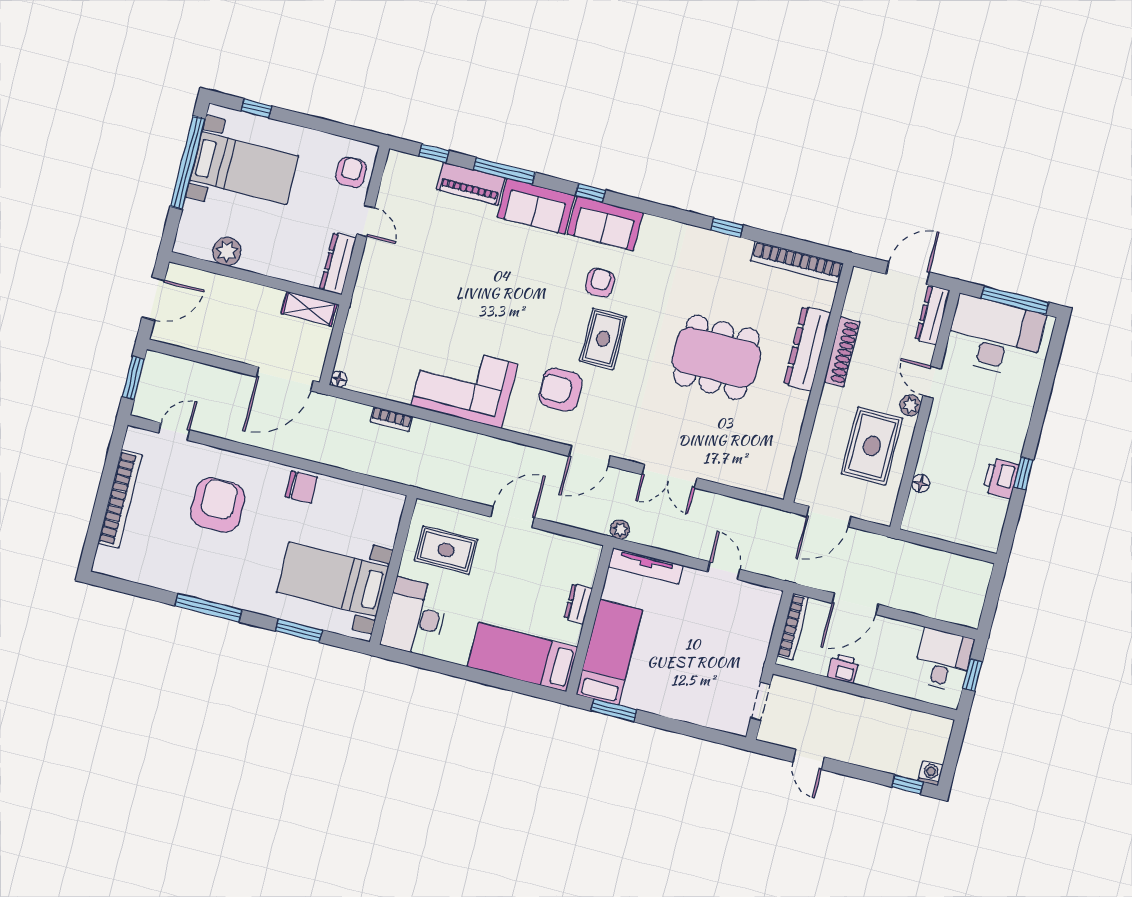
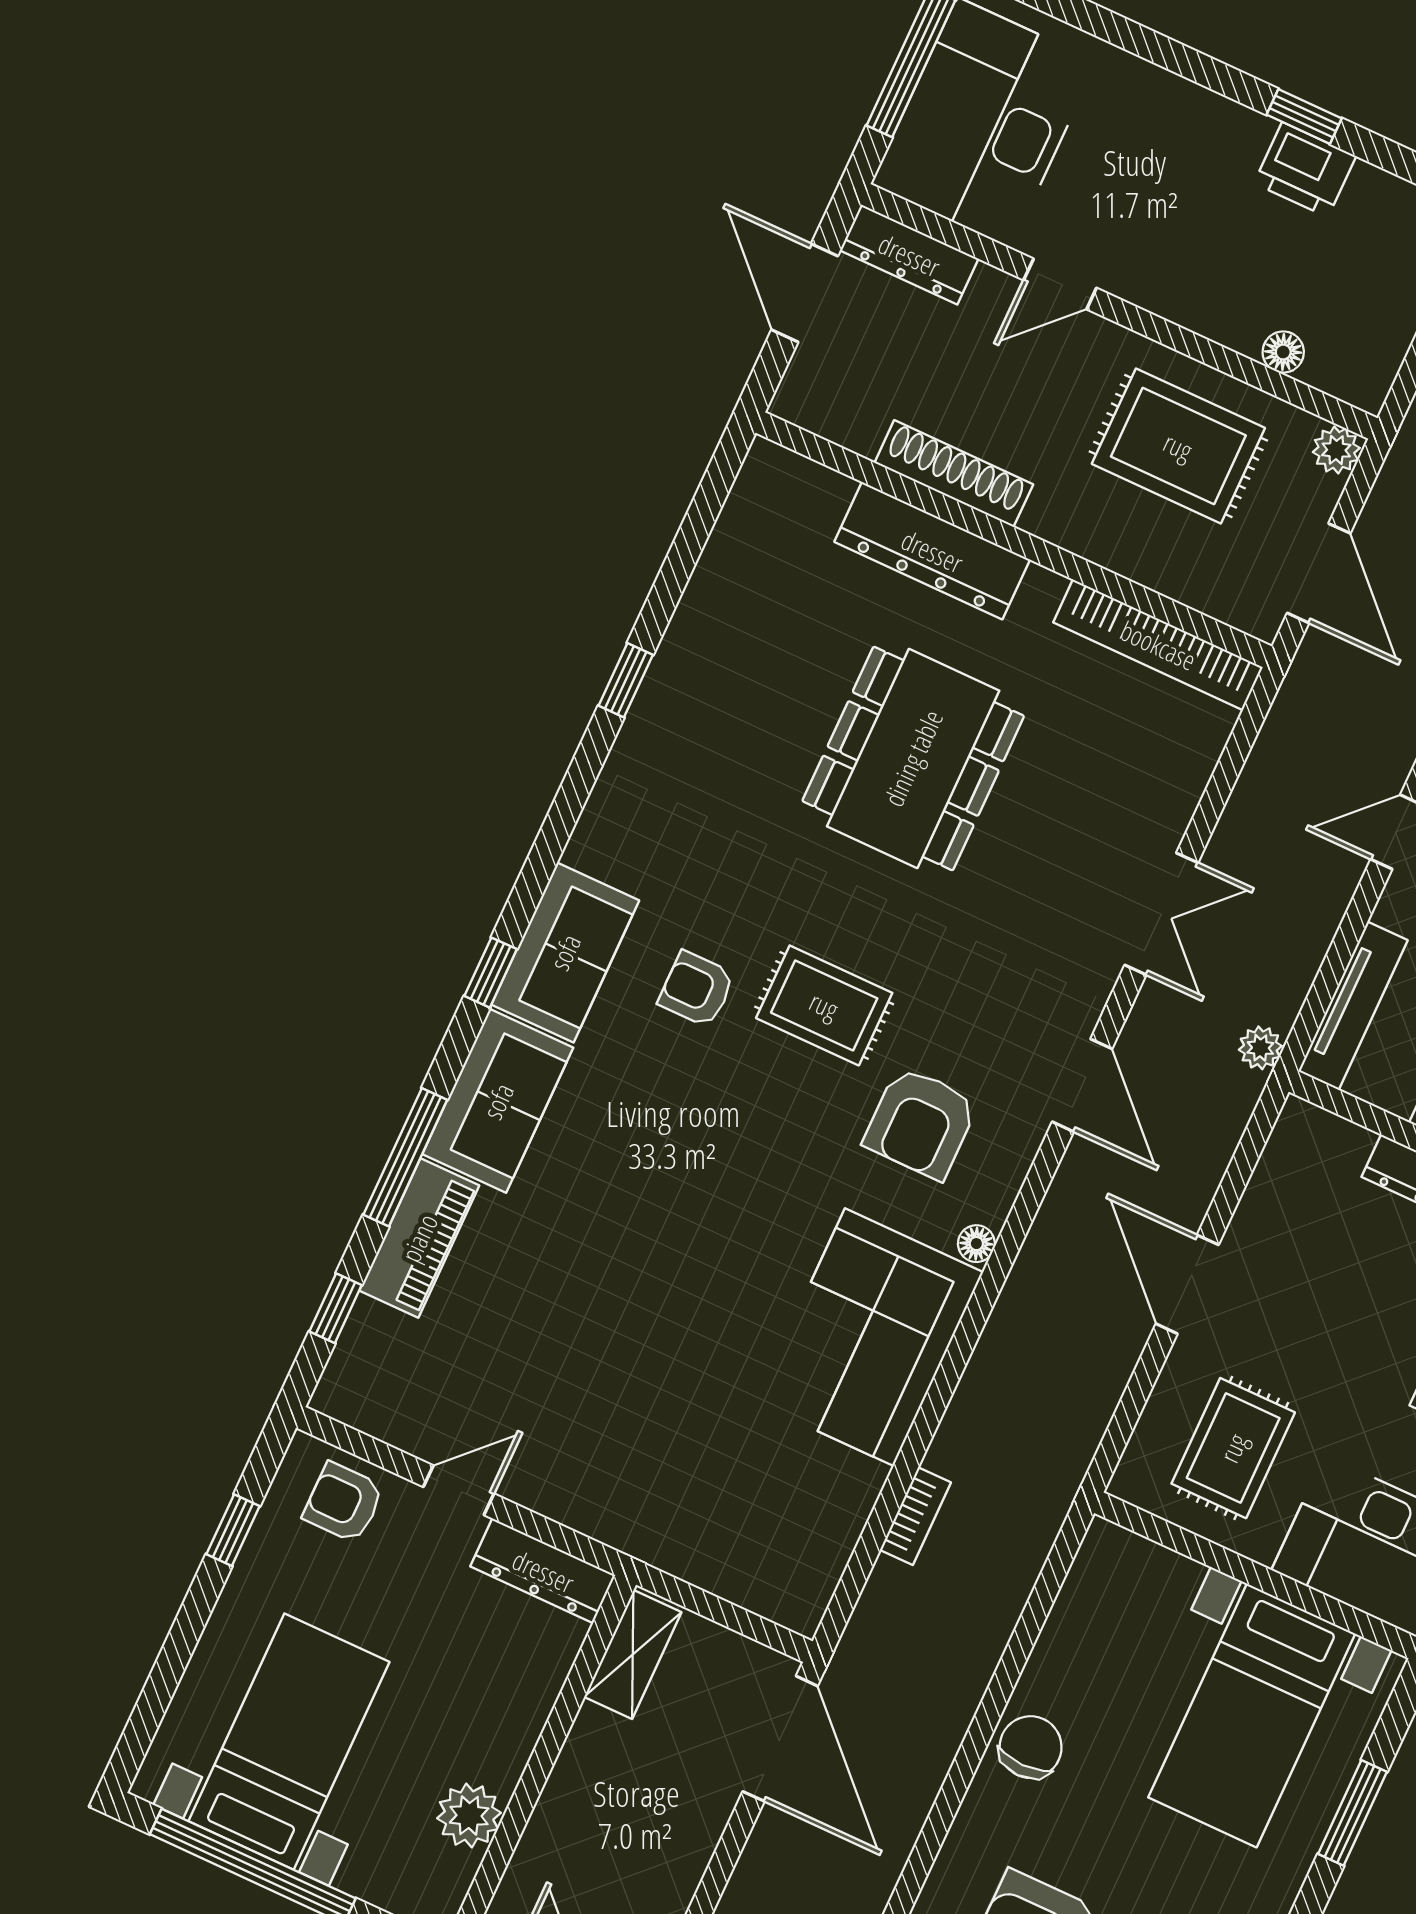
window: (257, 108) -> (233, 1530), moved
bookcase: (797, 262) -> (1158, 645), moved, turned 90
floor lamp: (339, 379) -> (976, 1244), moved
plant: (910, 405) -> (1336, 450), moved

